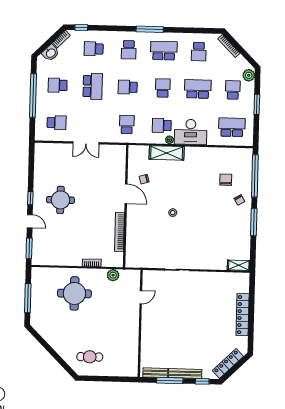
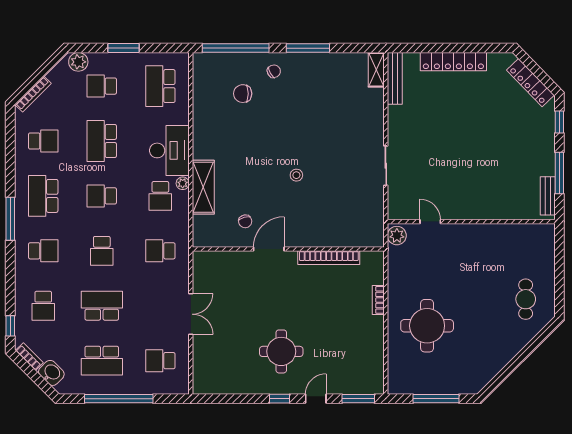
school desk: (58, 85) -> (102, 361), width x1.85
school desk: (57, 123) -> (160, 361), turned -90
plant: (113, 275) -> (397, 236), moved
bench: (185, 373) -> (395, 78), moved

